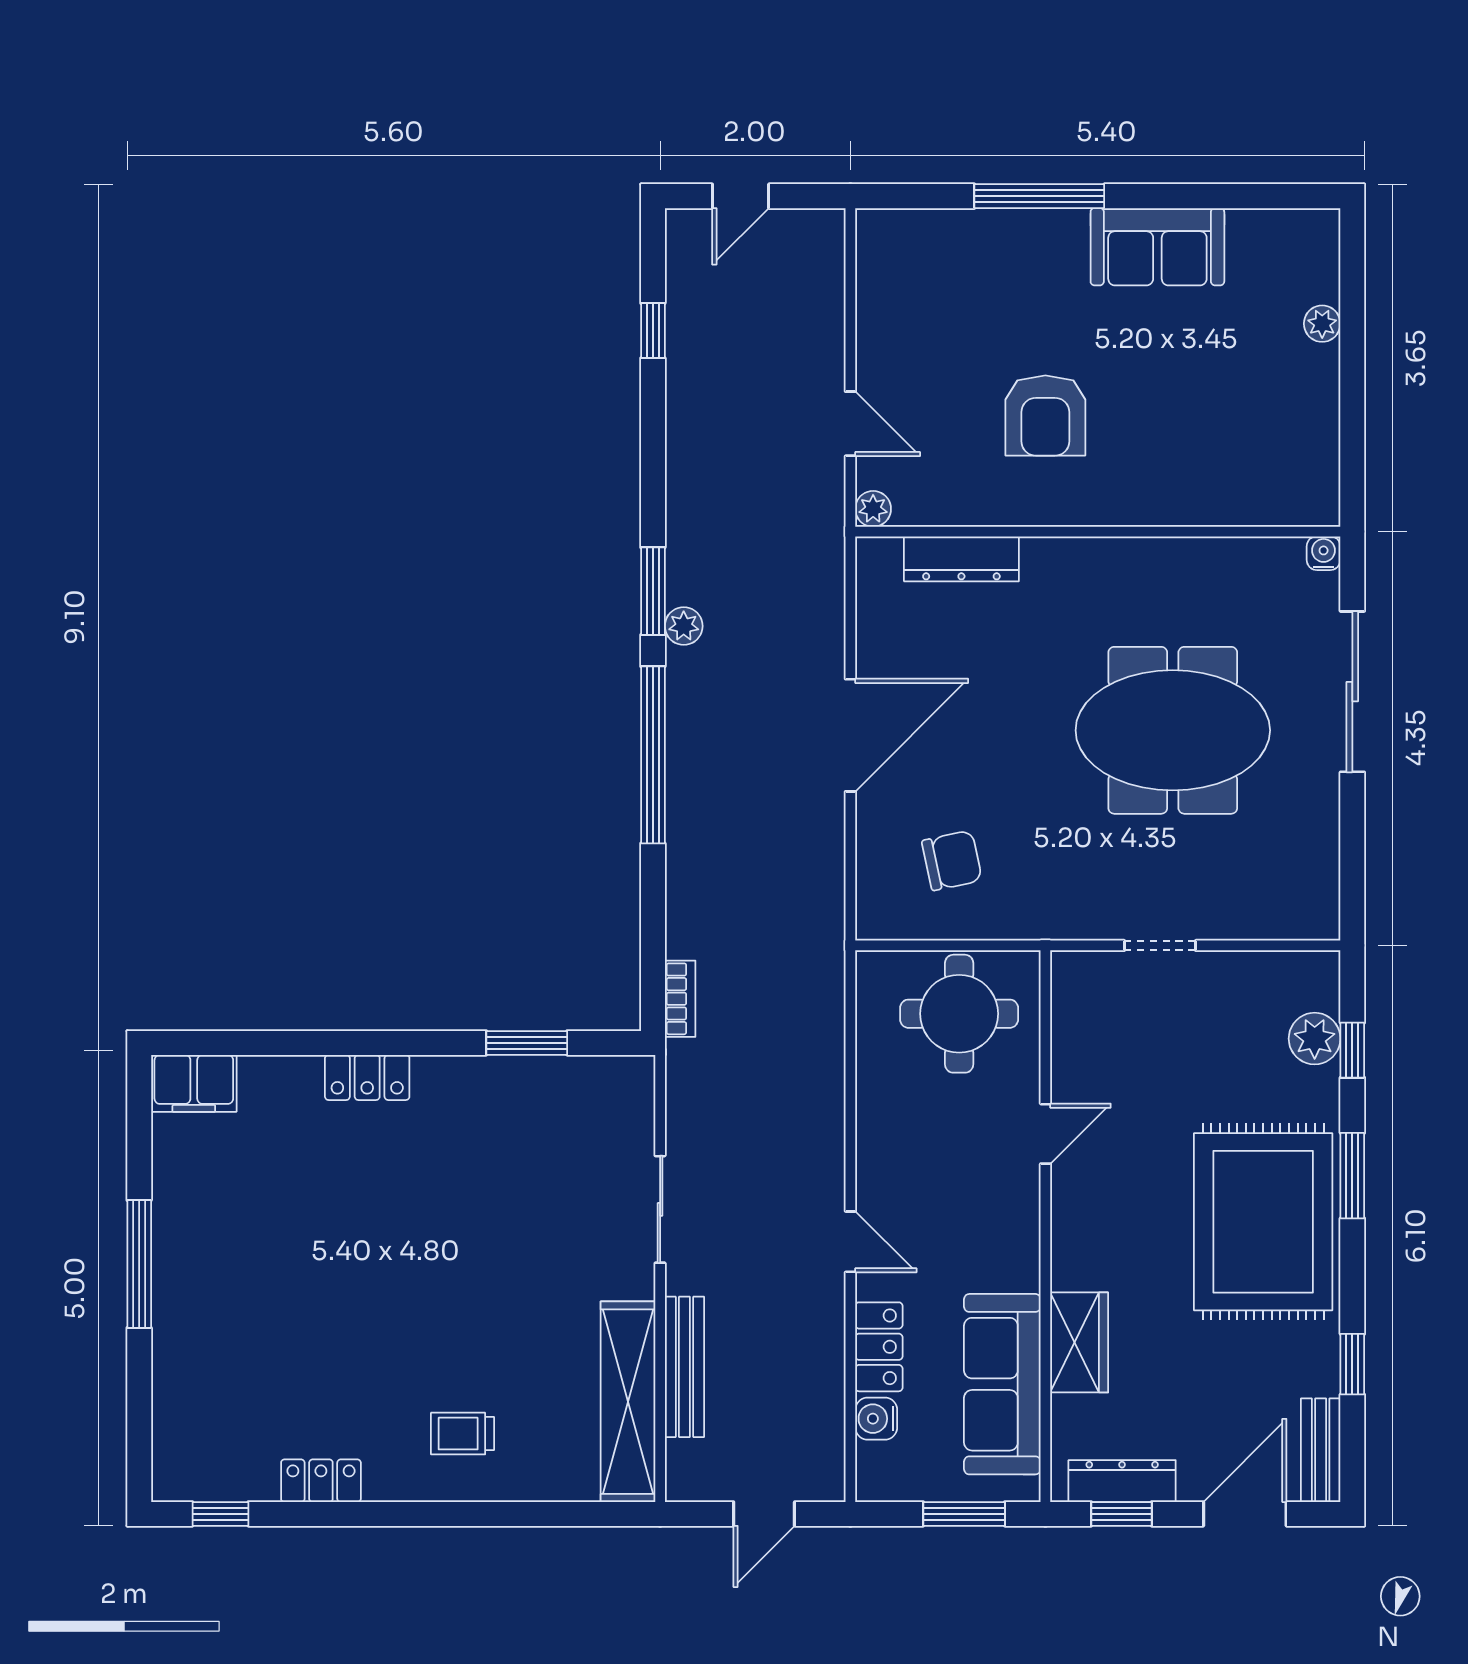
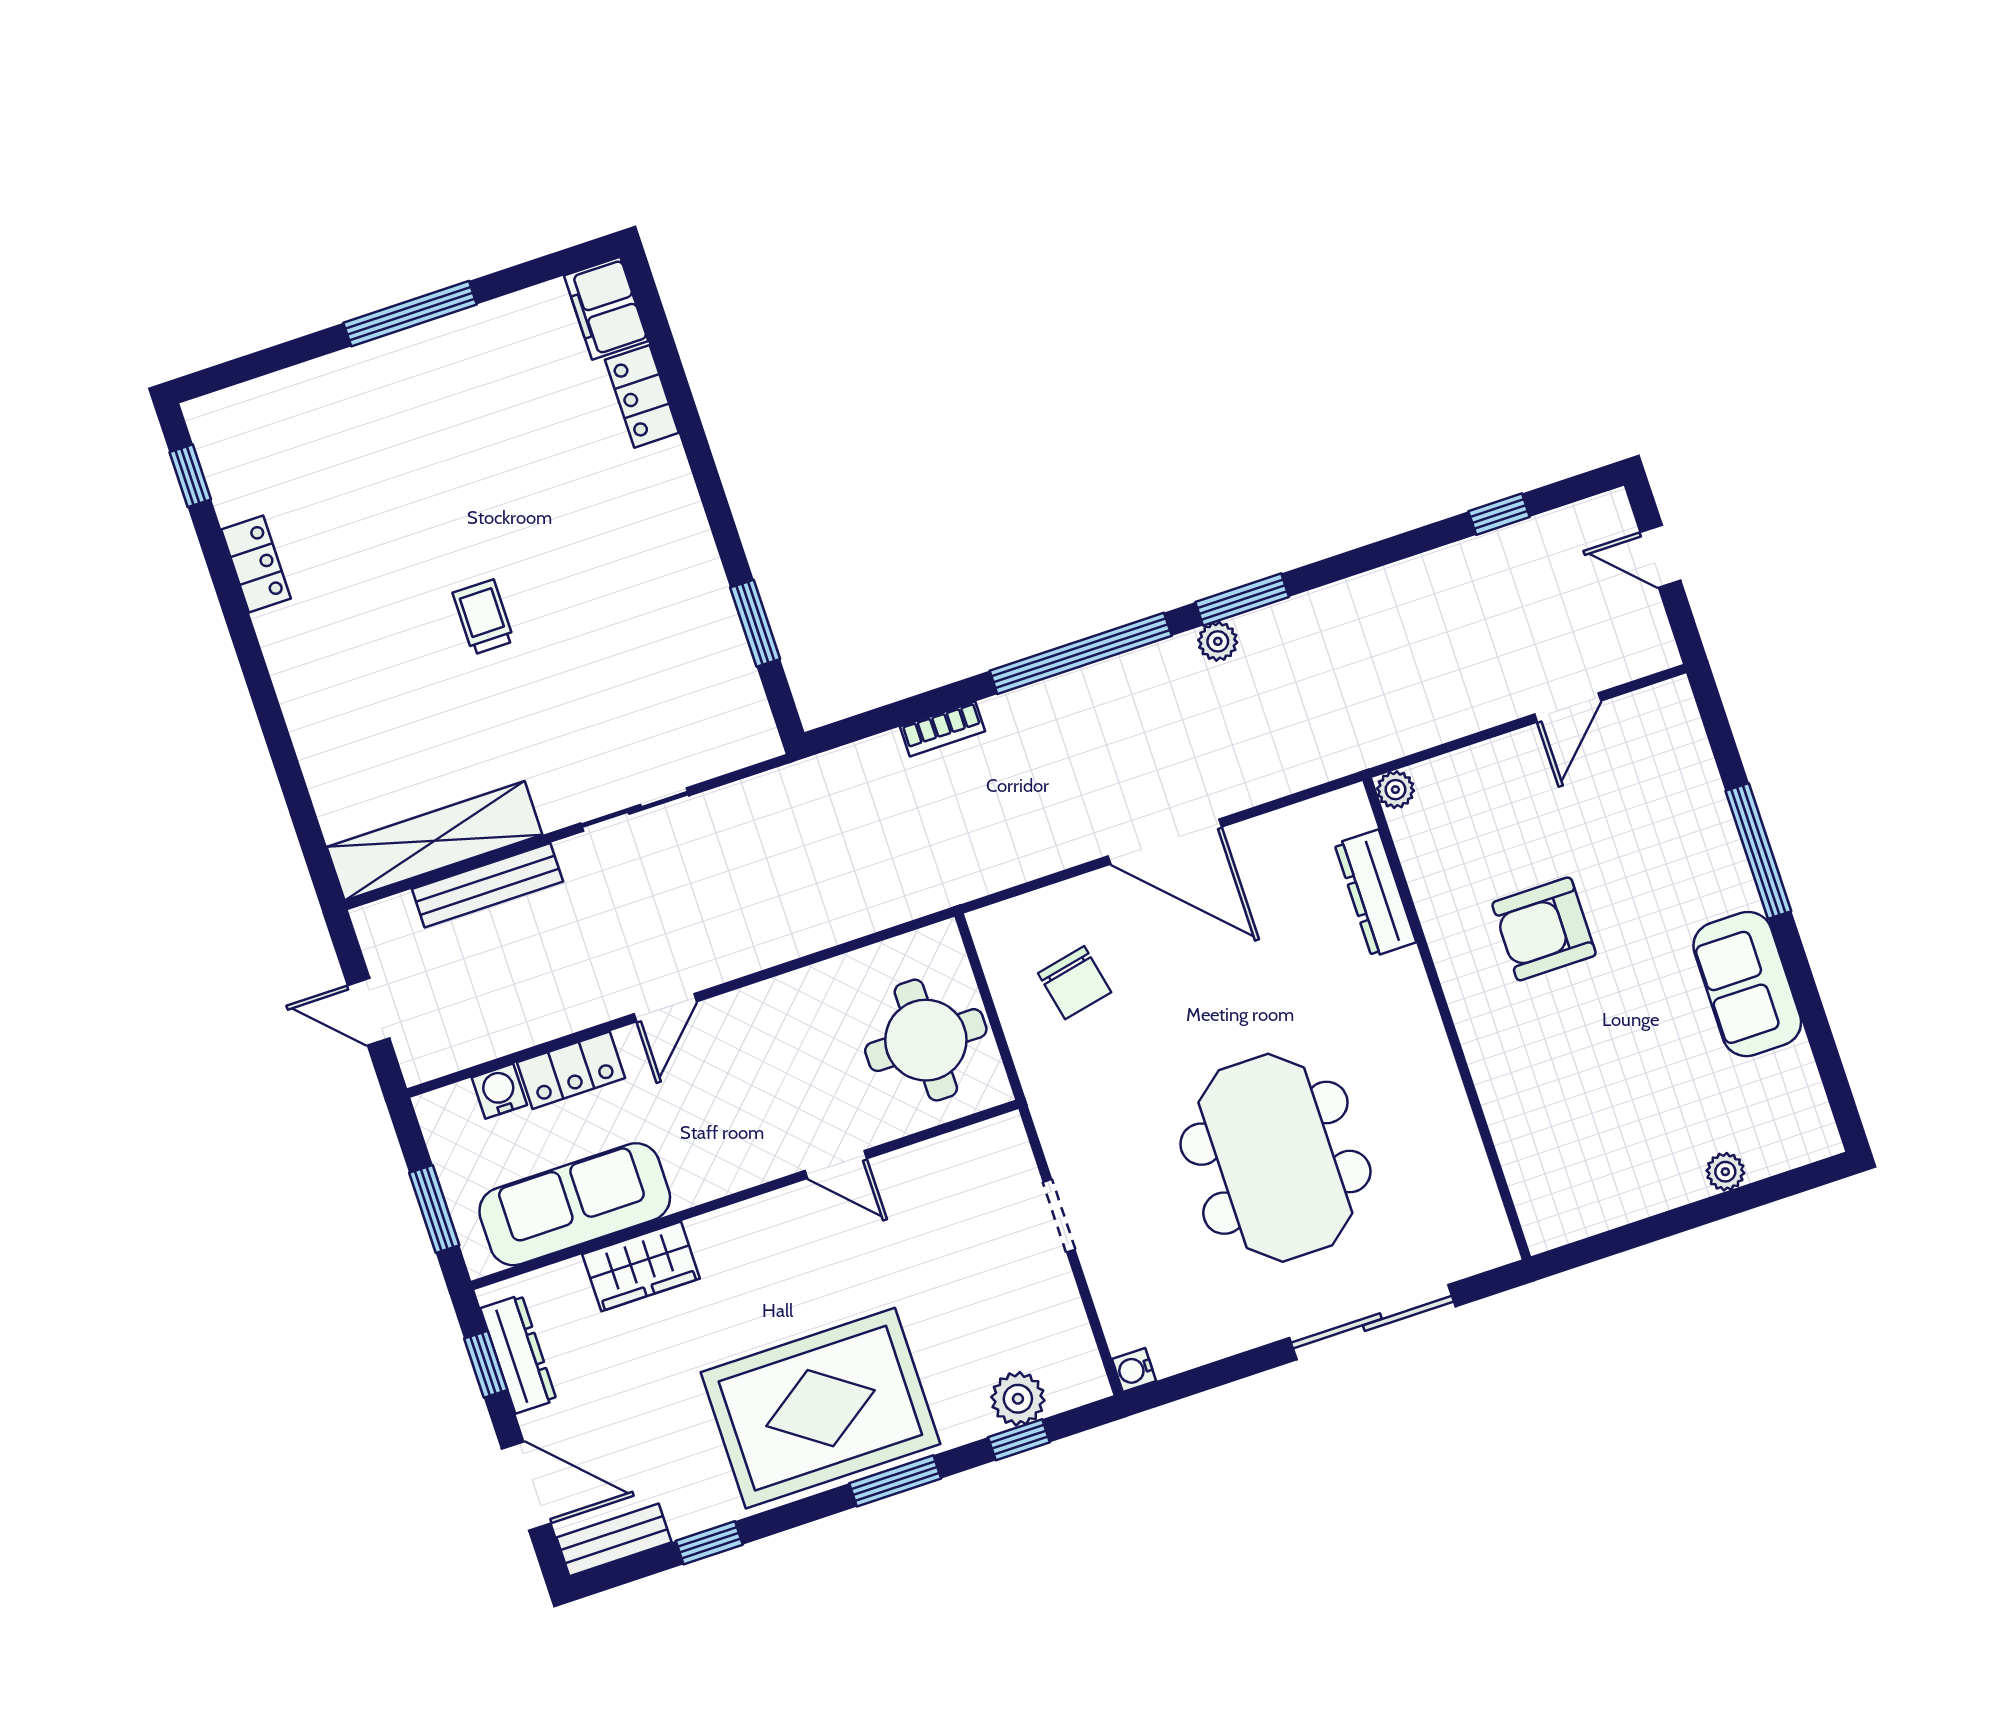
door: (850, 424) -> (1568, 707), moved
water cooler: (1324, 553) -> (1134, 1370), moved, turned 180
bookcase: (680, 999) -> (943, 729), moved
locker: (367, 1077) -> (642, 396), moved
trolley: (463, 1434) -> (483, 617), moved

